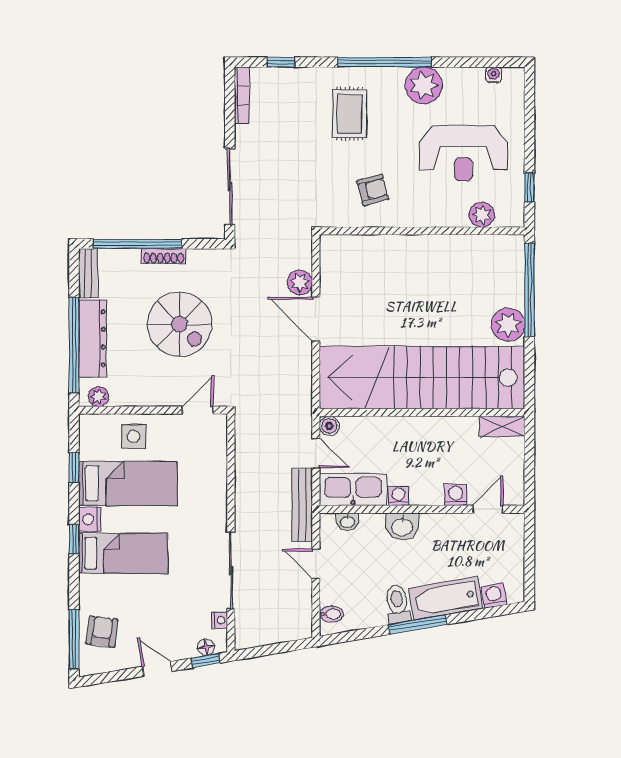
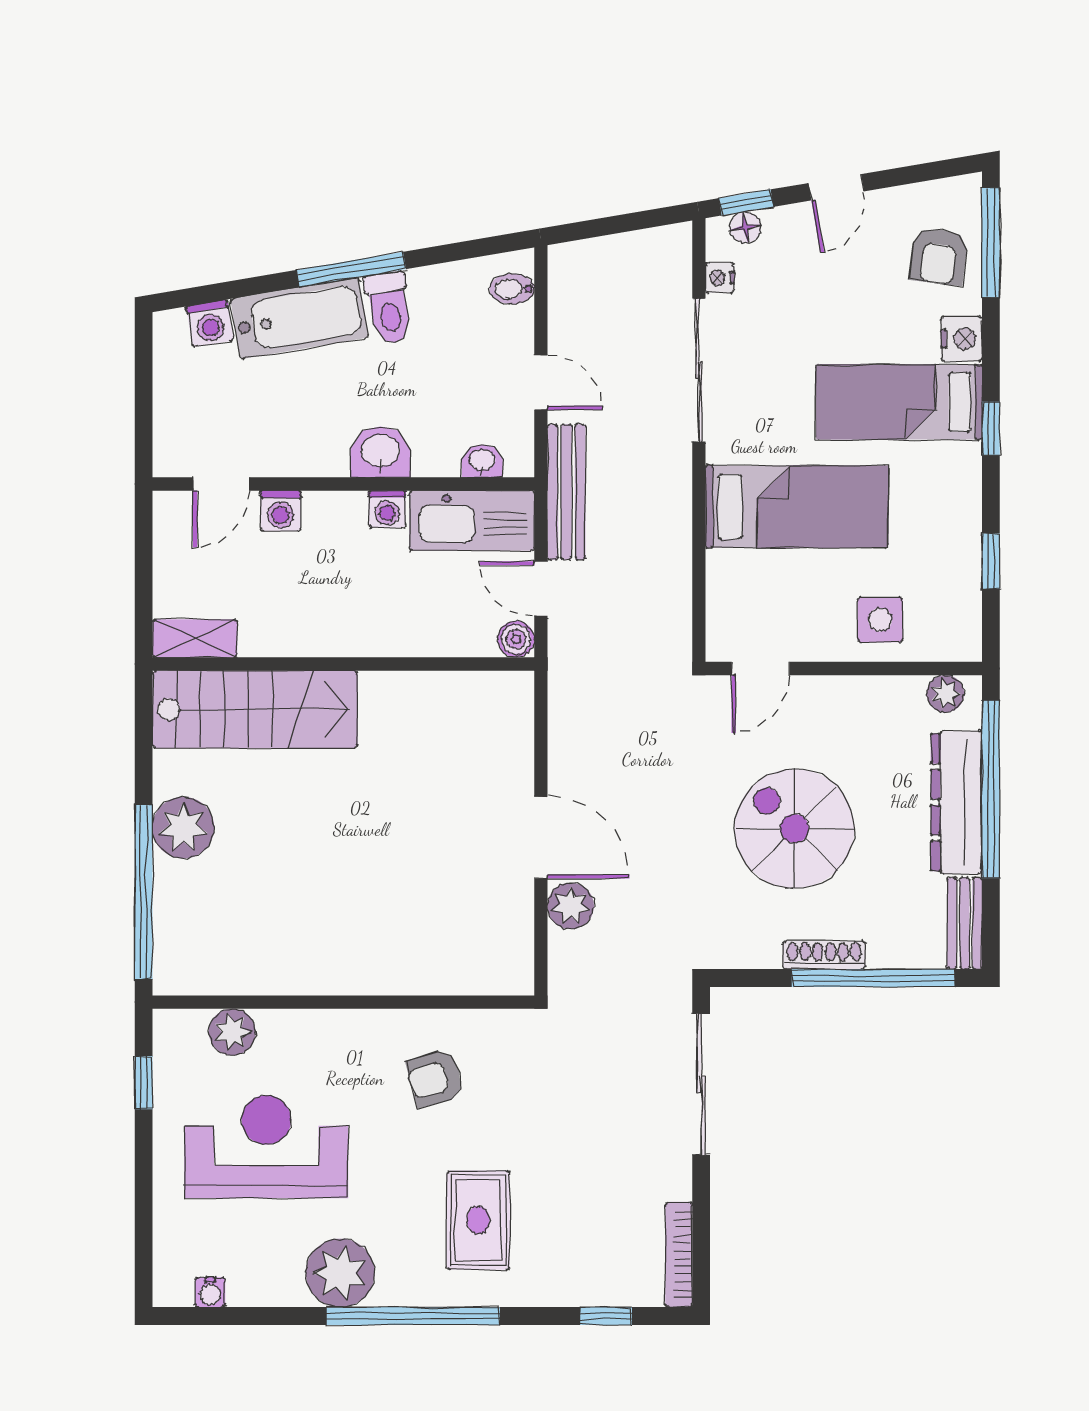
stairs: (422, 378) -> (255, 709), width x0.54, depth x0.66
bed: (128, 483) -> (797, 507), moved, turned 180
nightstand: (90, 519) -> (961, 339), moved
door: (157, 669) -> (836, 187), hinge flipped

